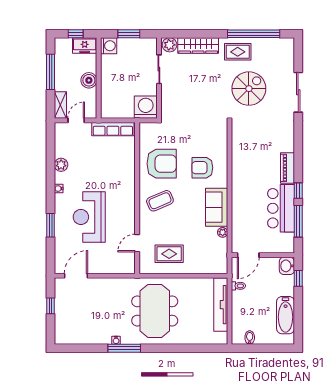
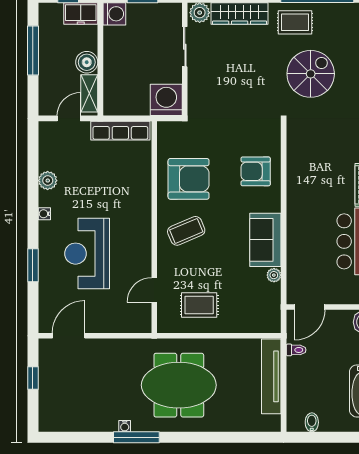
shelving: (60, 105) -> (89, 93), moved
armchair: (202, 168) -> (256, 171), moved
meeting table: (155, 311) -> (179, 385), turned 90

